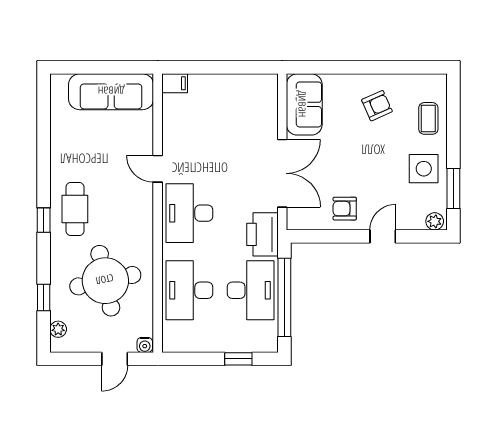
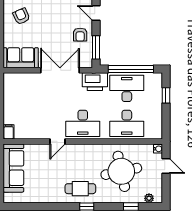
window: (323, 236) -> (96, 47), added

